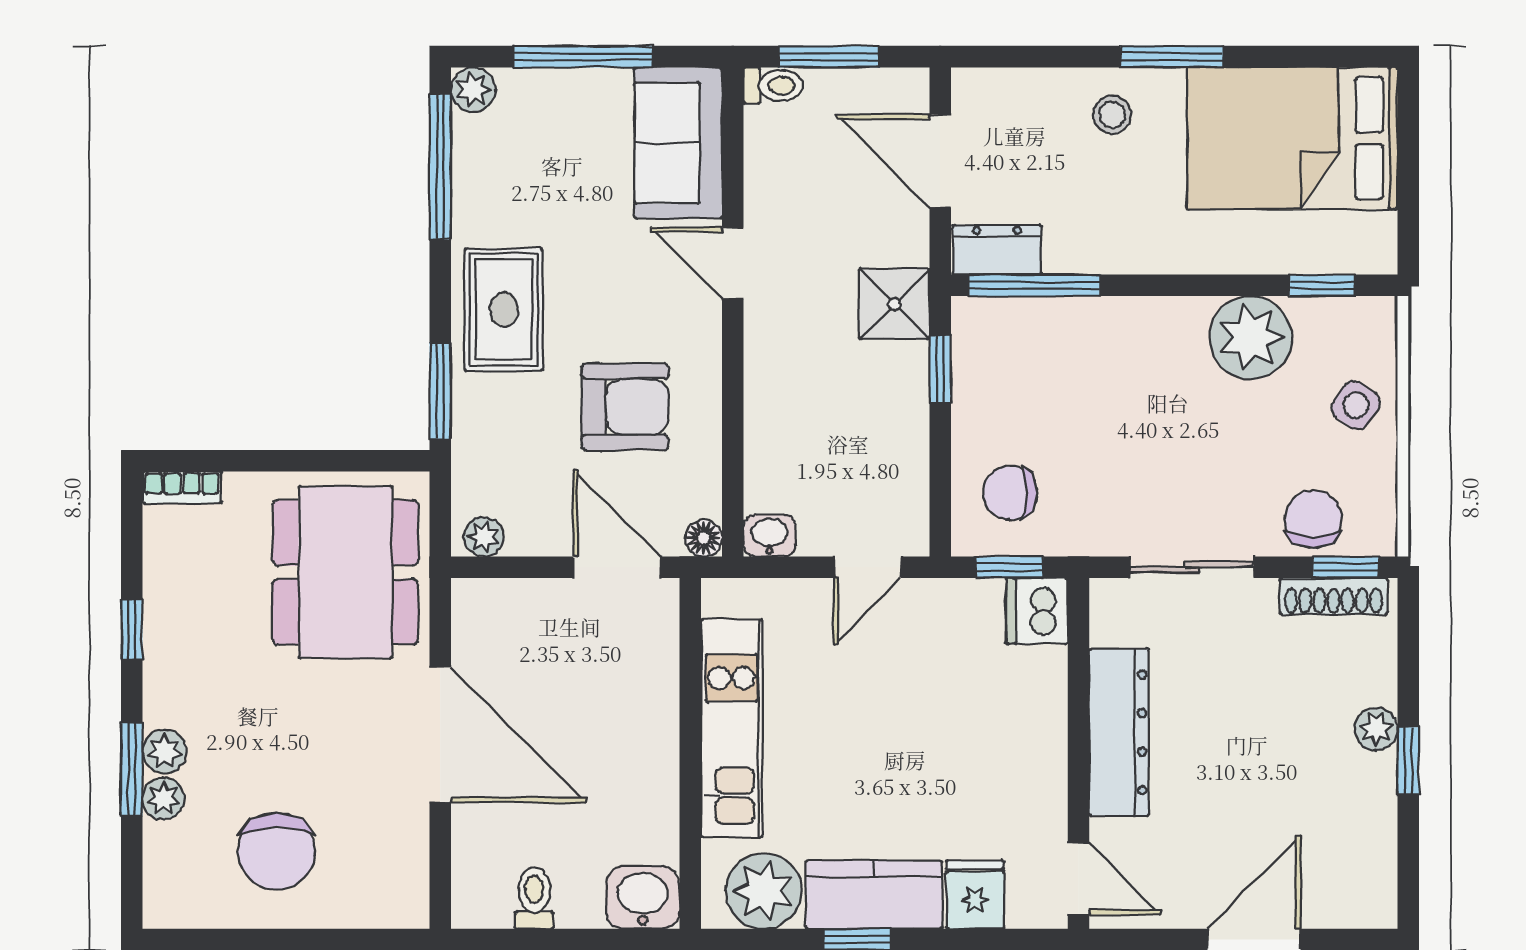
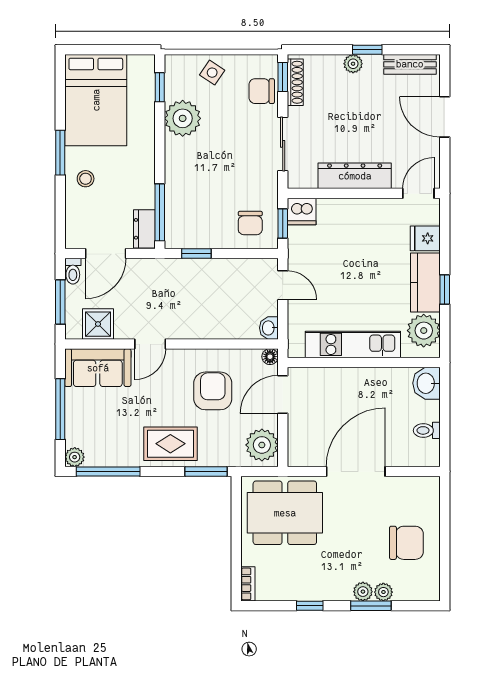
toilet: (773, 86) -> (73, 271), moved, turned 180
shower: (894, 304) -> (98, 324), moved
plant: (484, 537) -> (262, 445), width x1.88, depth x1.88
bench: (1375, 859) -> (410, 64), added

